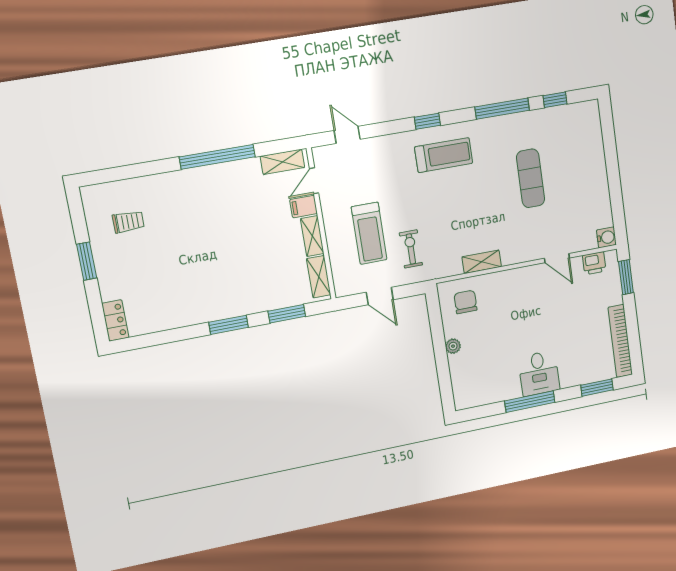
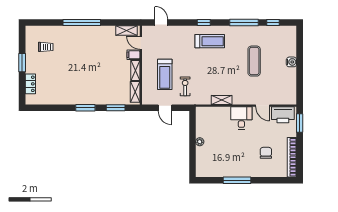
window: (217, 157) -> (82, 23), moved
door: (314, 181) -> (141, 43), hinge flipped
water cooler: (606, 237) -> (291, 62), moved
printer: (594, 263) -> (283, 115), width x1.87, depth x1.48
chair: (465, 302) -> (266, 153), moved
locker: (115, 320) -> (30, 84), moved
desk: (539, 373) -> (241, 118), moved, turned 180
window: (597, 388) -> (276, 180), removed

